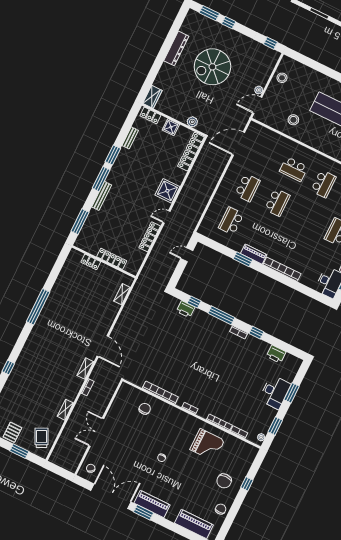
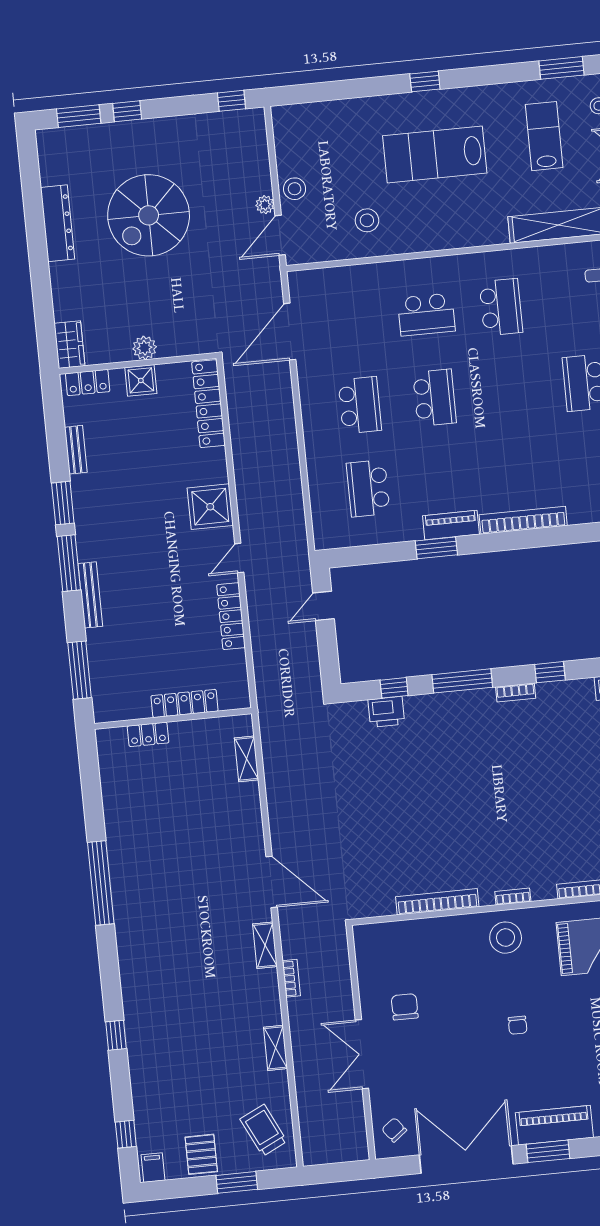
stool: (282, 78) -> (295, 189), moved
plant: (192, 122) -> (145, 348), moved
chair: (145, 409) -> (405, 1007), moved
stool: (178, 422) -> (506, 938), added

